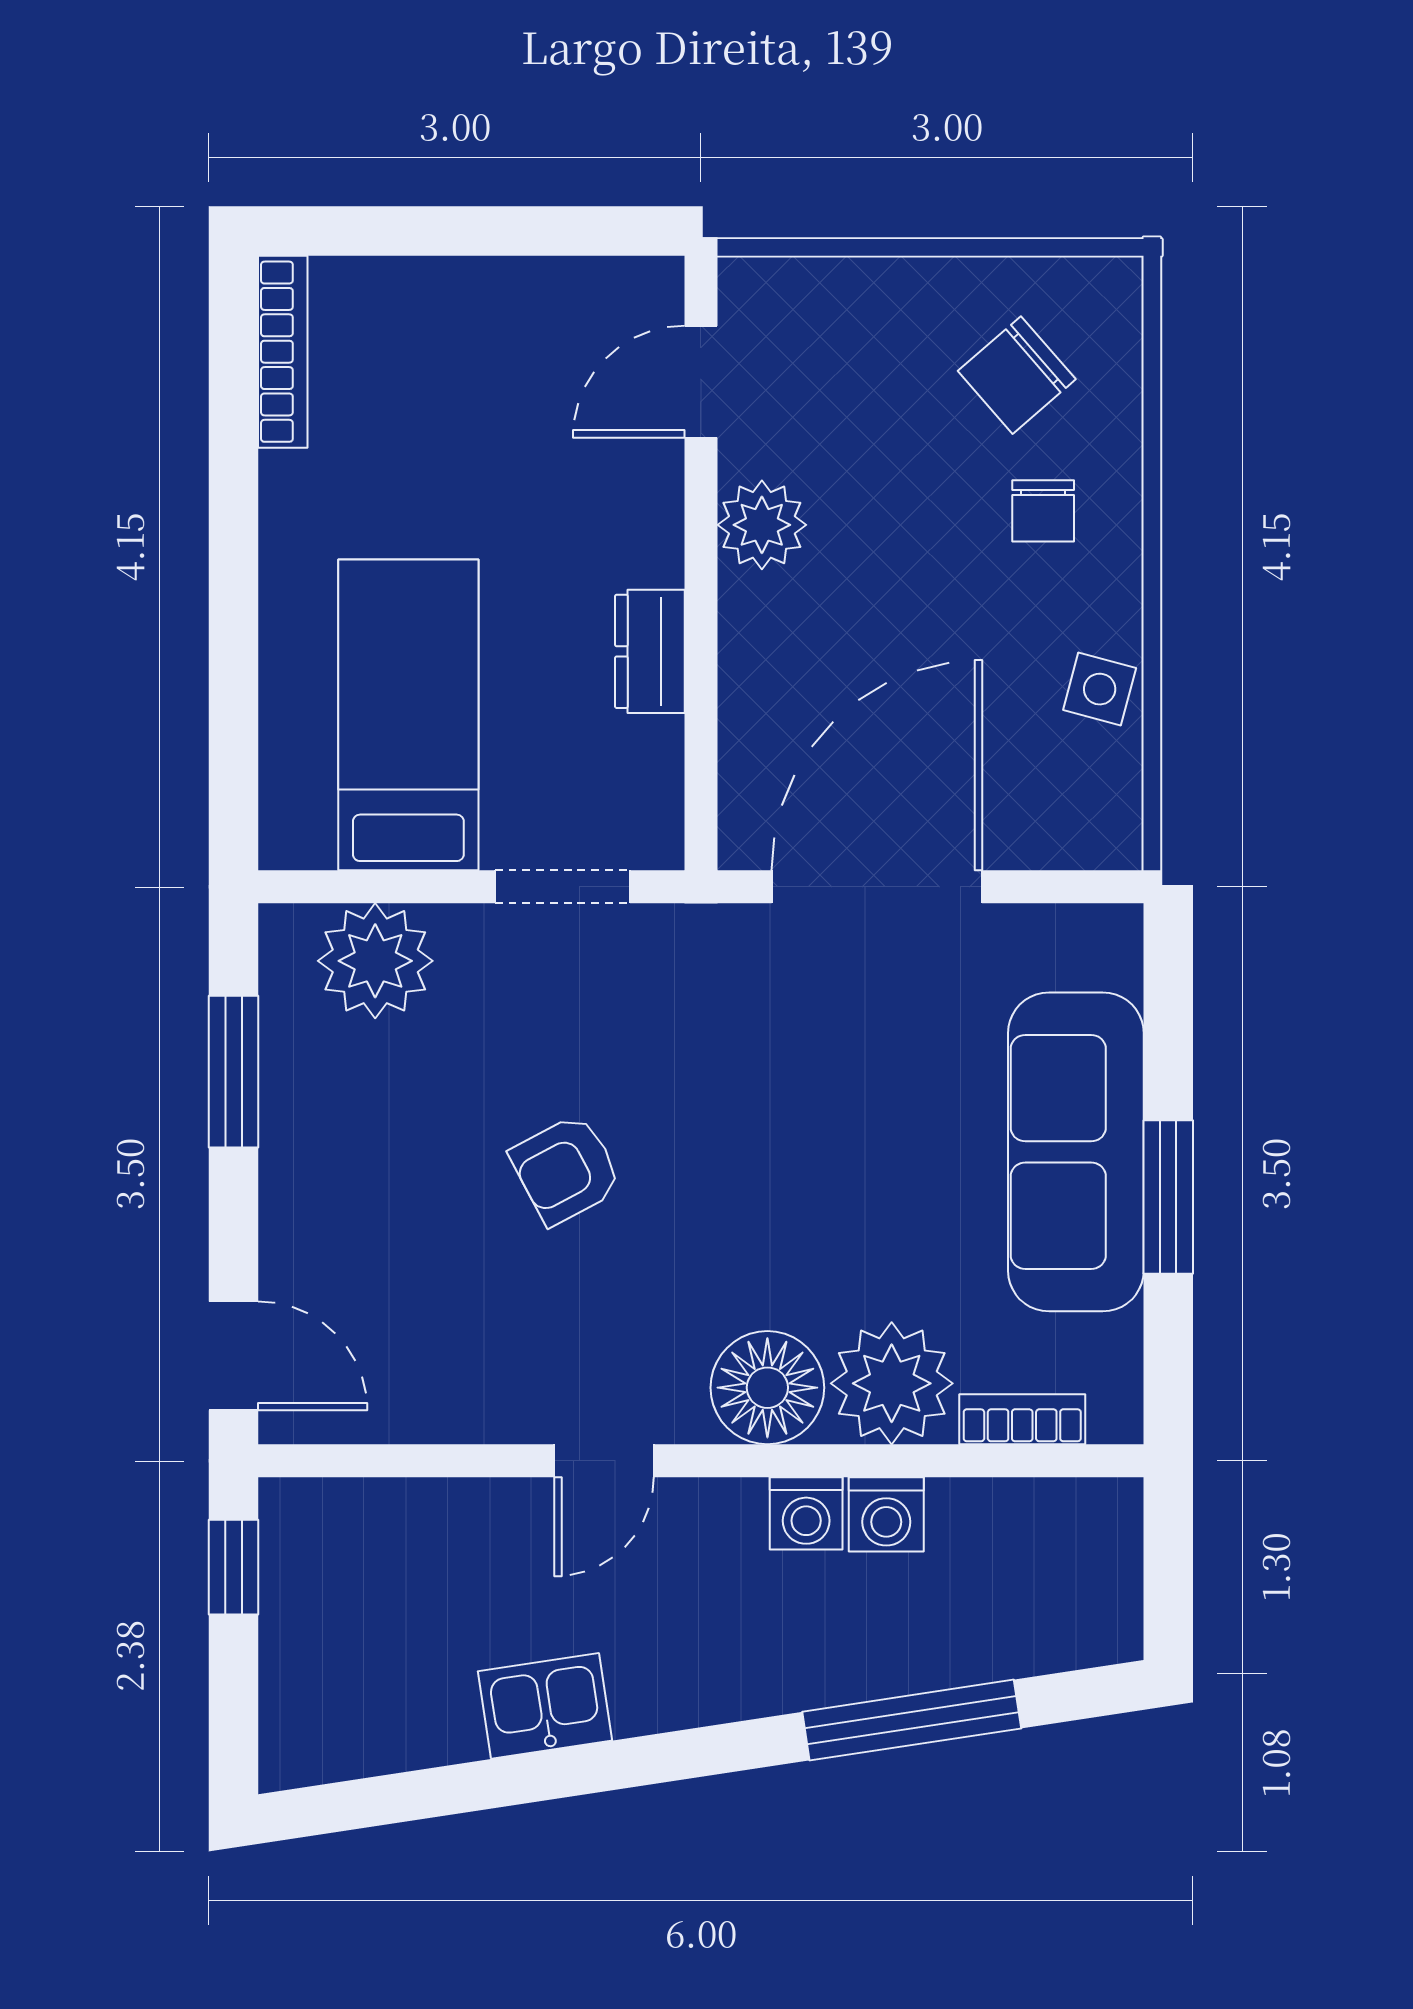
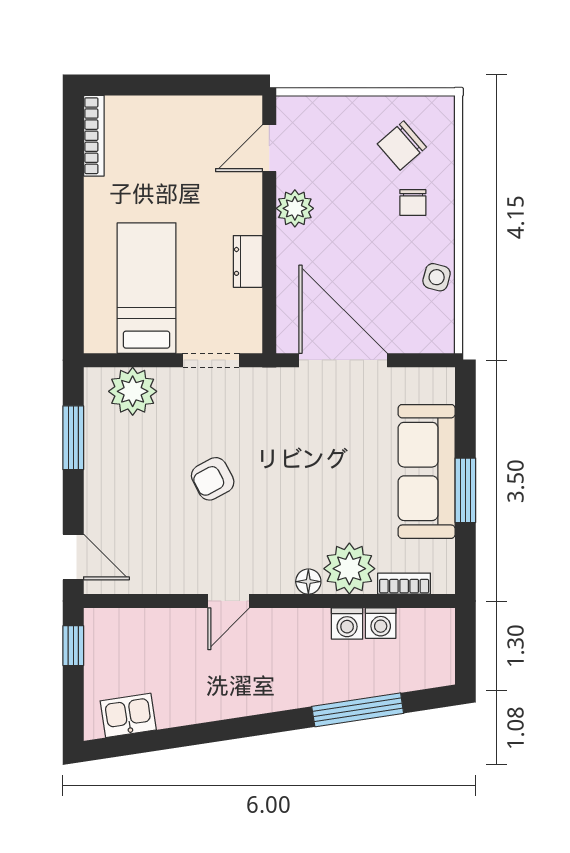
door: (877, 887) -> (343, 360), hinge flipped
floor lamp: (767, 1388) -> (308, 582), width x0.53, depth x0.53
washing machine: (806, 1513) -> (381, 623), moved
kitchen sink: (545, 1706) -> (128, 715), moved

